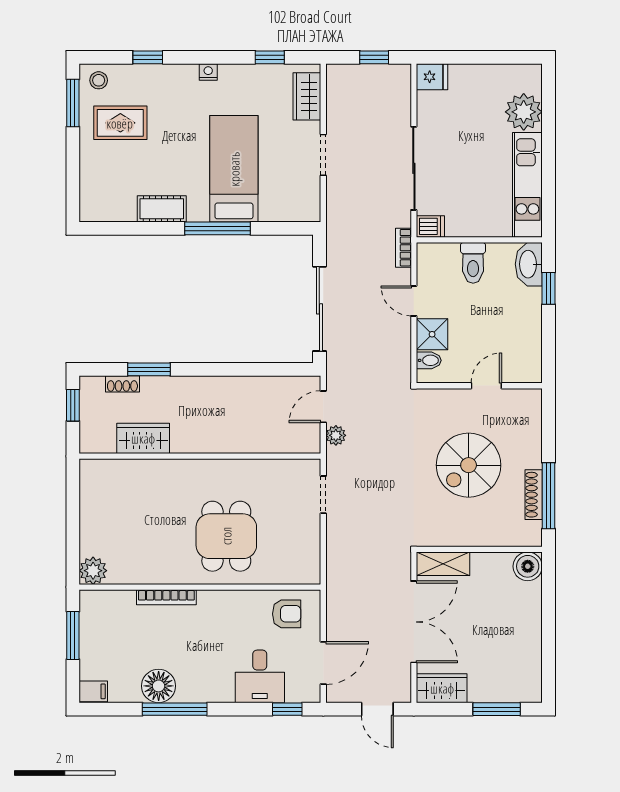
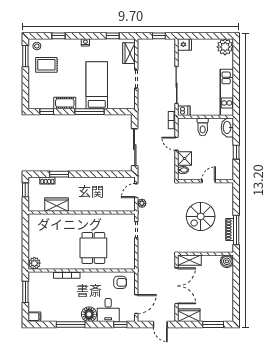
plant: (524, 112) -> (225, 47), moved
window: (121, 228) -> (47, 112), added
window: (548, 288) -> (236, 152), moved
floor lamp: (159, 686) -> (89, 314), moved

